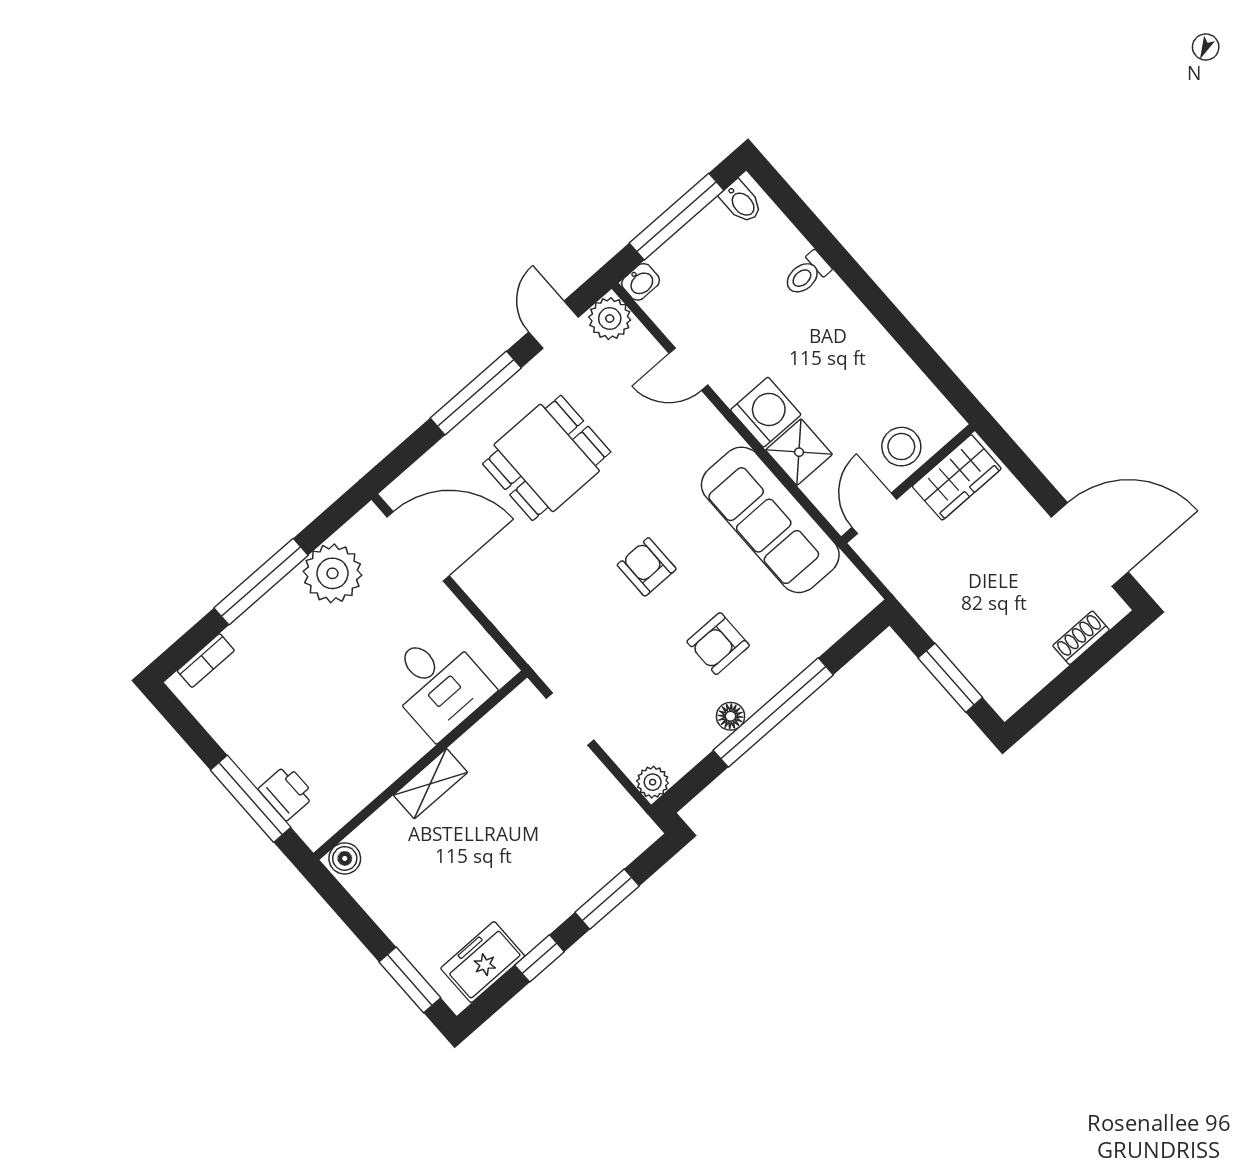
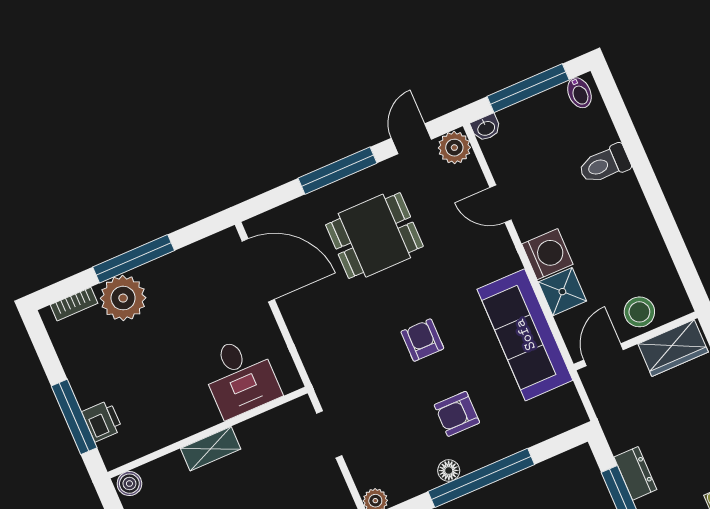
toilet: (807, 274) -> (604, 164), width x1.37, depth x1.39
plant: (332, 573) -> (123, 298), moved
dresser: (960, 646) -> (635, 473), added

